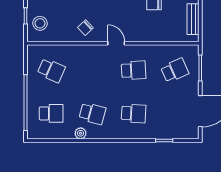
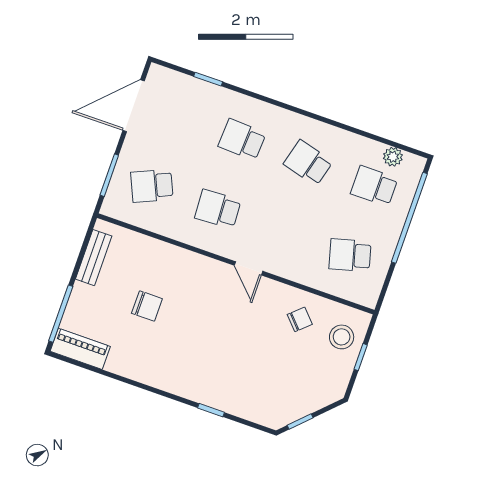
chair: (85, 28) -> (300, 319), moved
door: (116, 43) -> (249, 268), moved
school desk: (51, 70) -> (350, 255), turned -39
plant: (81, 133) -> (393, 157), moved

